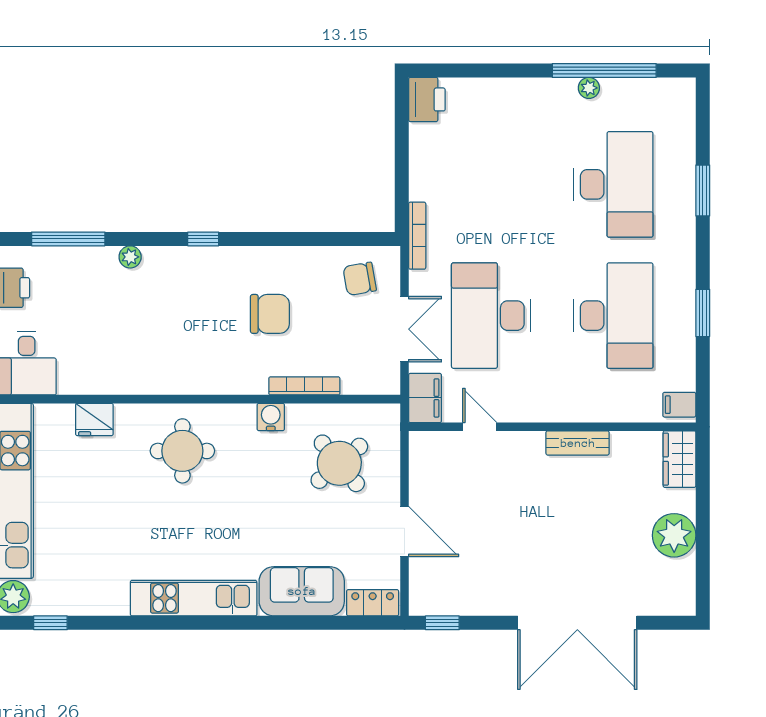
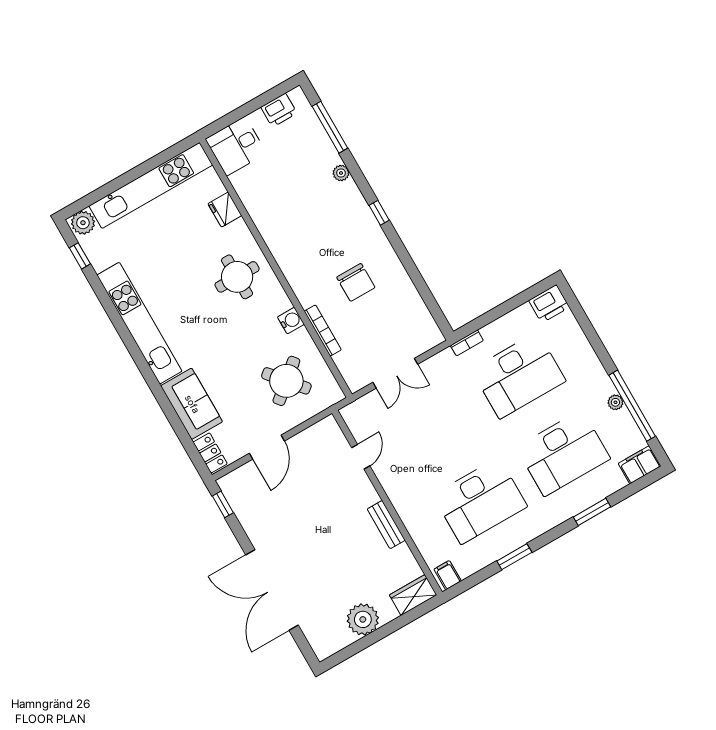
bookcase: (417, 236) -> (467, 343), width x0.64
chair: (360, 279) -> (411, 327), removed
desk: (491, 316) -> (519, 375), moved, turned 180
filing cabinet: (425, 398) -> (640, 465), moved, turned 180
kitchen unit: (194, 598) -> (139, 323), width x1.36

